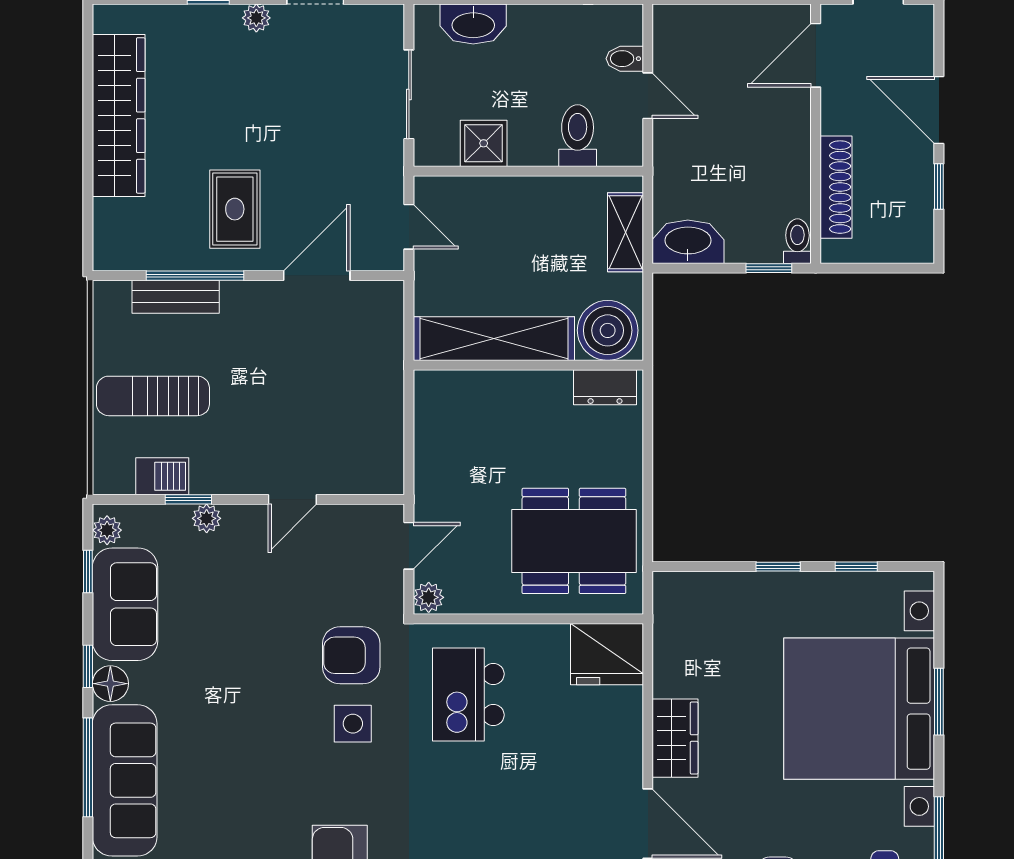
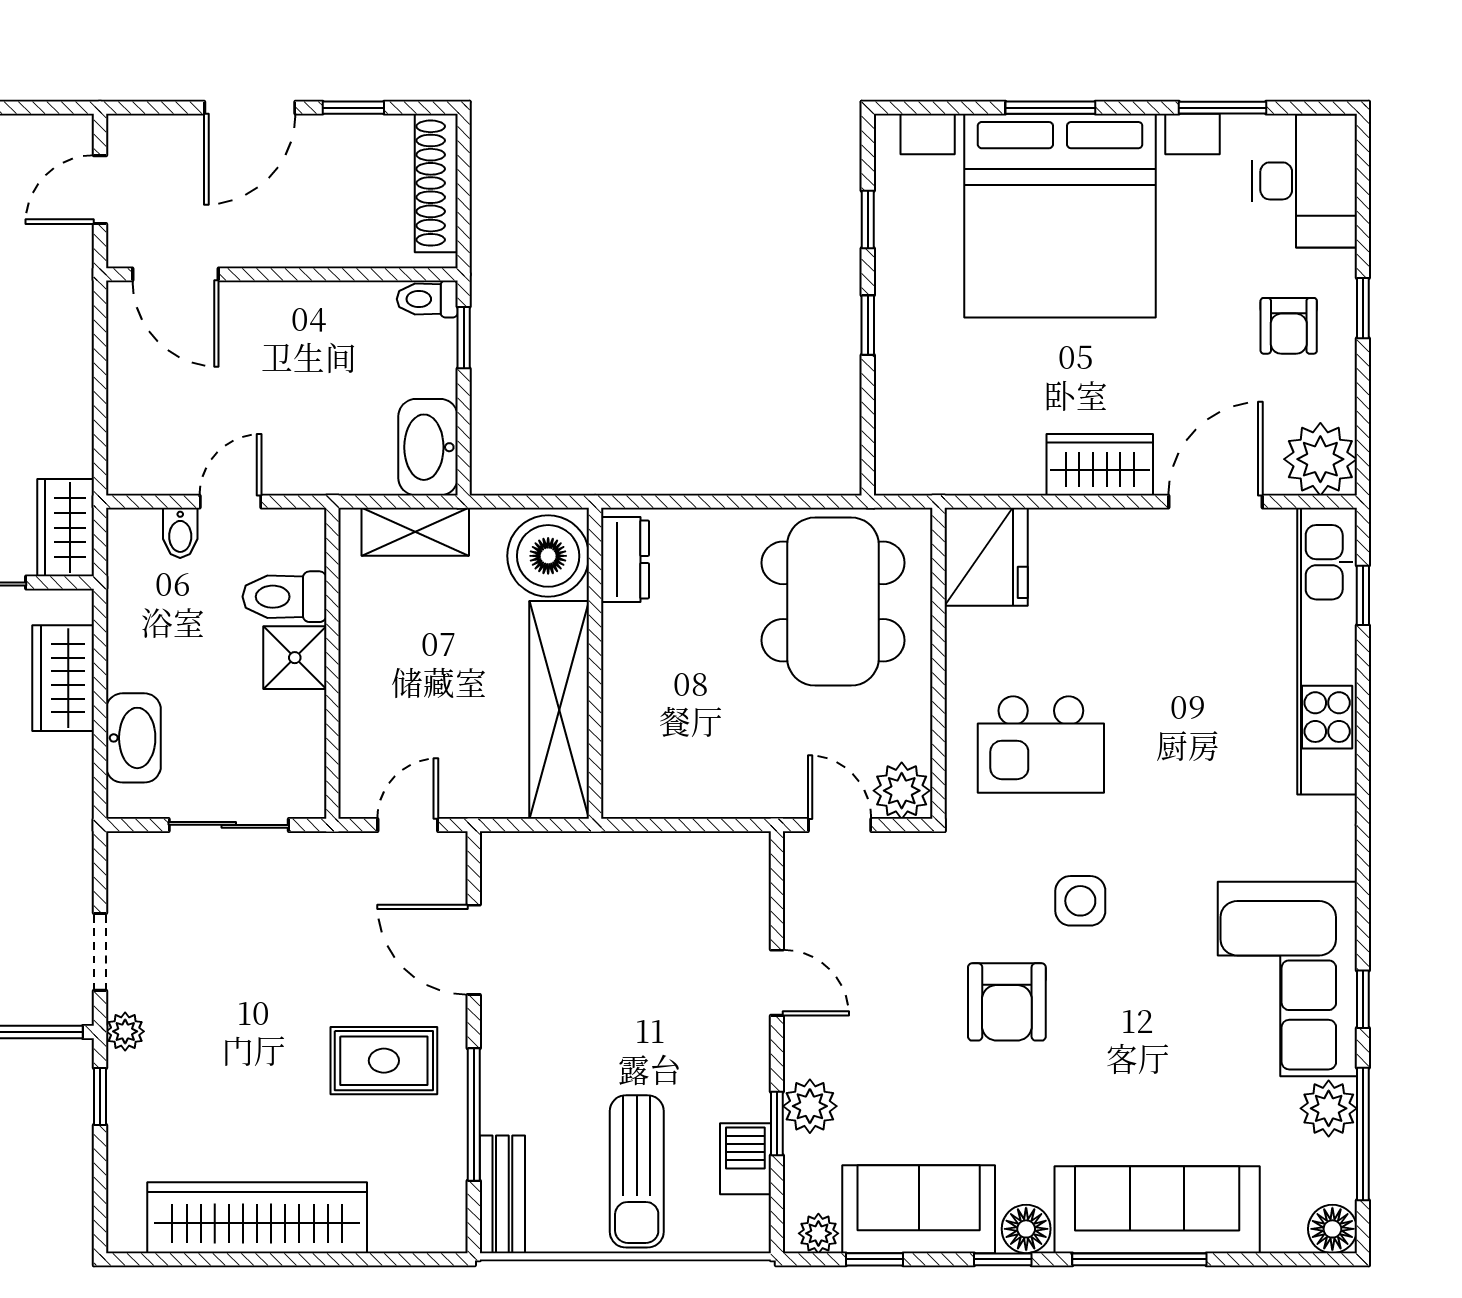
shower: (484, 143) -> (295, 658), moved
shoe rack: (836, 187) -> (436, 183), moved, turned -90
bench: (176, 297) -> (502, 1194), moved
plant: (207, 518) -> (810, 1106), width x1.38, depth x1.38
plant: (429, 597) -> (902, 791), width x1.38, depth x1.38
armchair: (351, 655) -> (1007, 1002), moved

